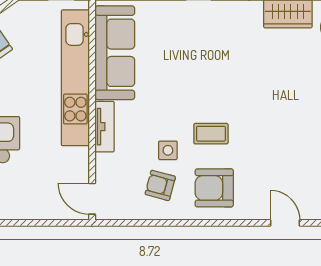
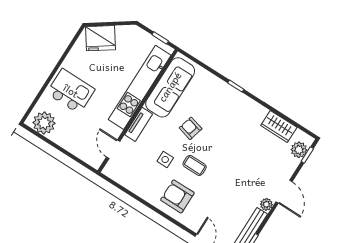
armchair: (160, 185) -> (191, 128), moved
door: (92, 199) -> (113, 149), moved

